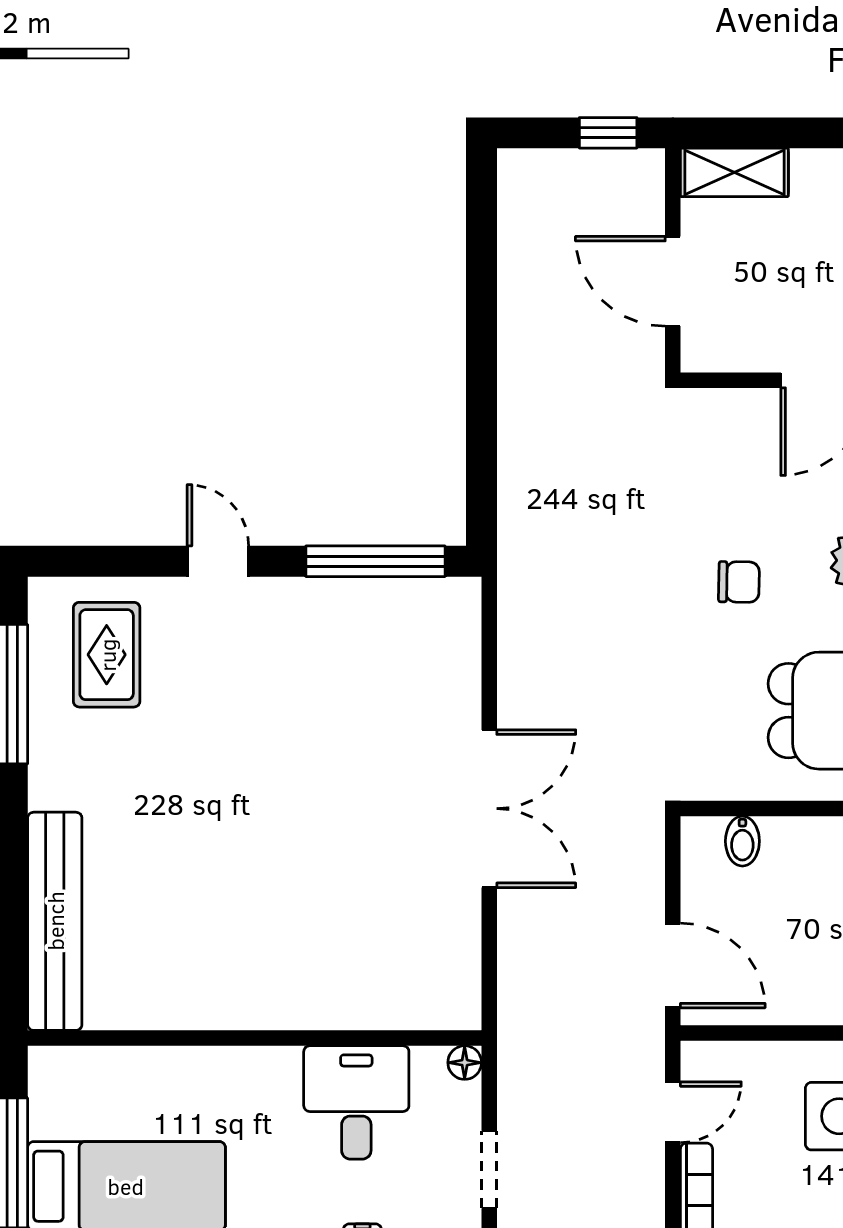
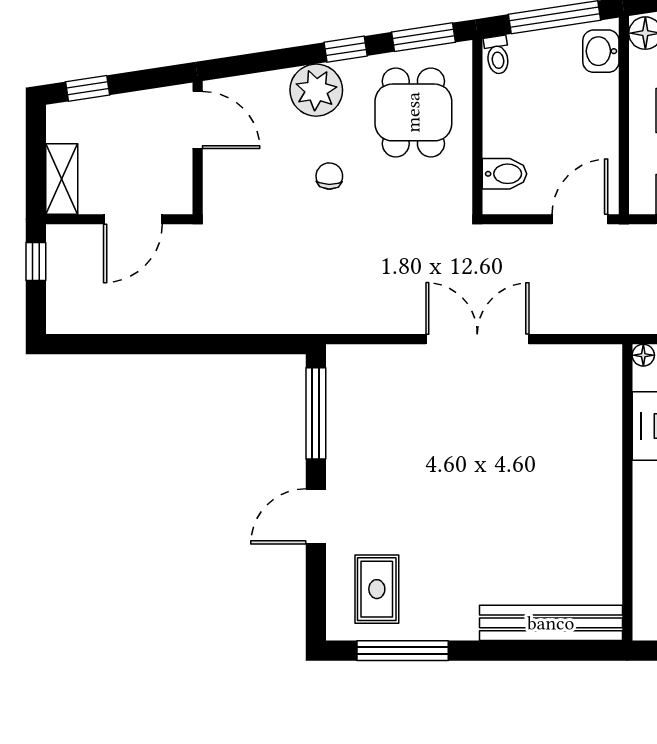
door: (218, 561) -> (316, 516), width x1.38
rug: (107, 655) -> (377, 589), turned 90
bidet: (742, 841) -> (504, 174), width x1.38, depth x1.36

